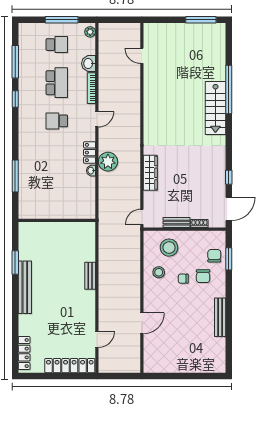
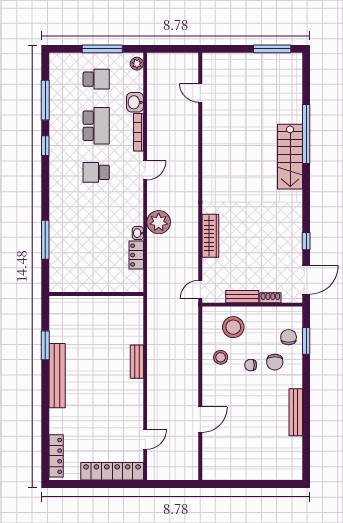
locker: (90, 153) -> (136, 255), moved

